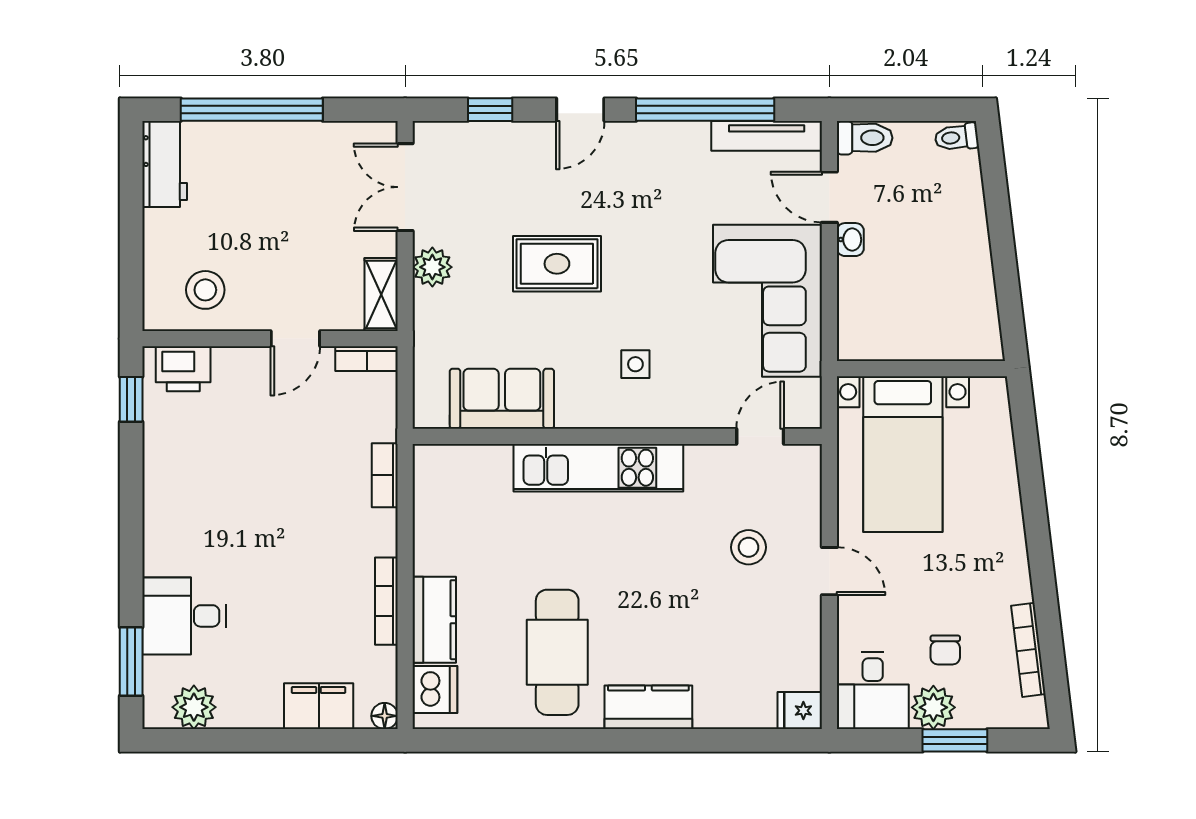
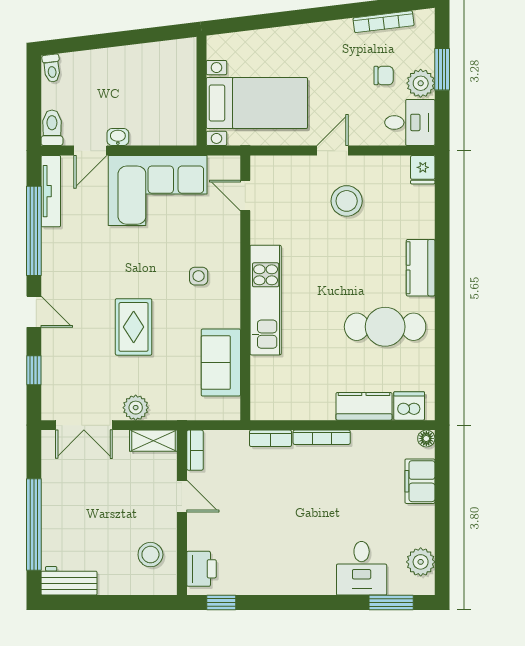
stool: (749, 547) -> (347, 201), moved, width x1.38, depth x1.38
bookcase: (386, 601) -> (322, 437), moved

